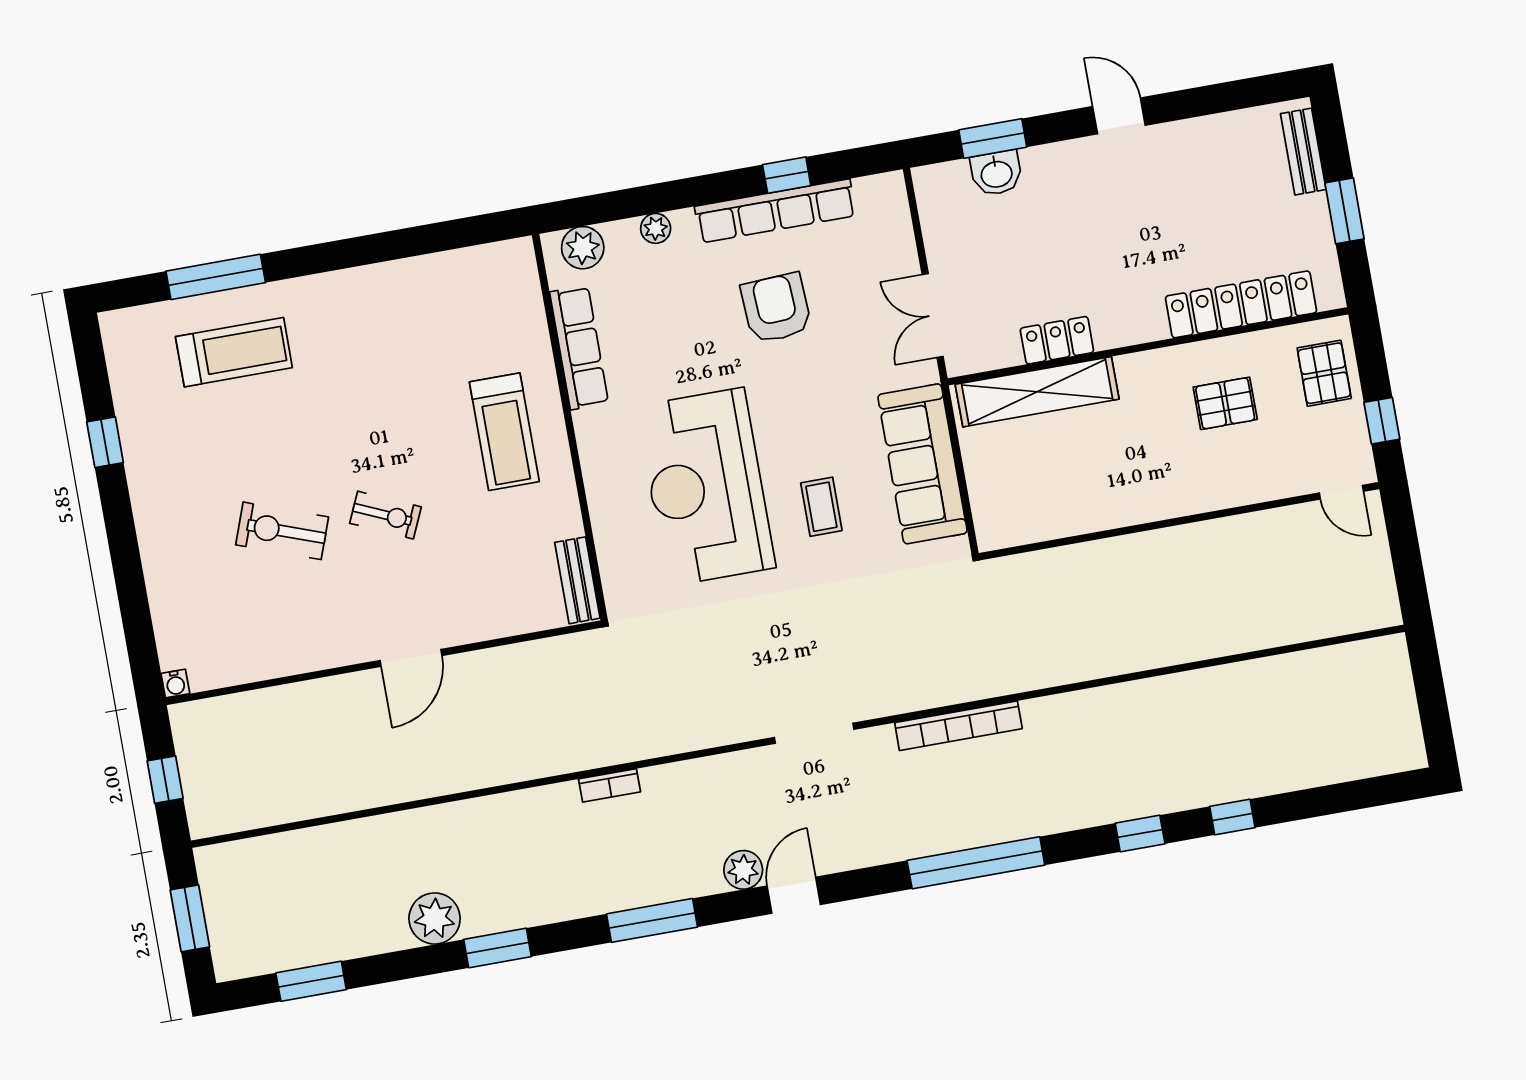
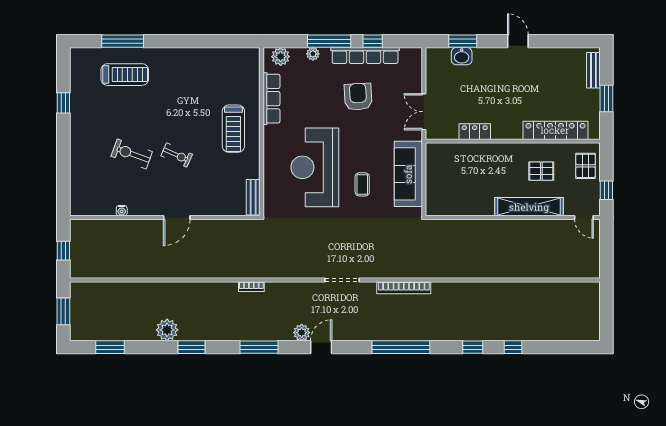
window: (687, 193) -> (329, 41), added
shelving: (1037, 392) -> (529, 207), moved
water cooler: (175, 684) -> (122, 211), moved

